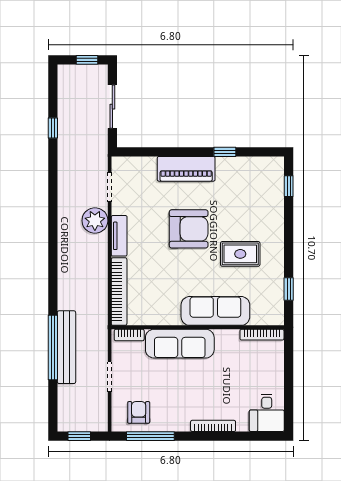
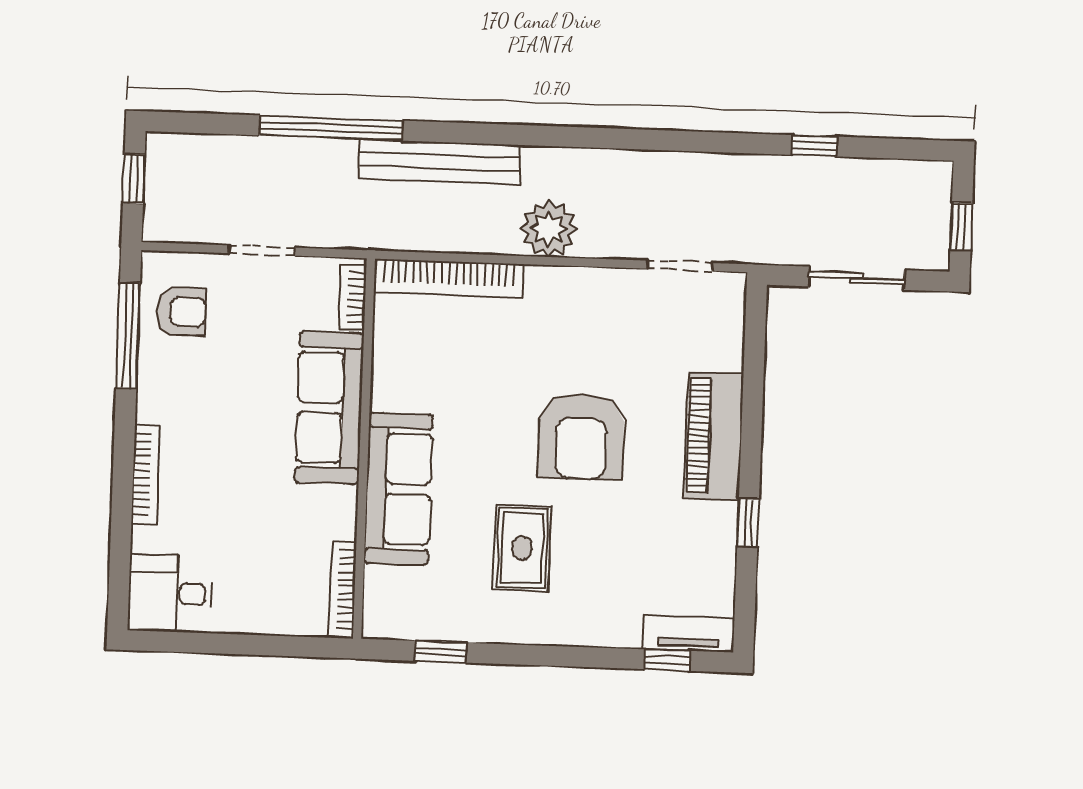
plant: (95, 221) -> (549, 229), moved
tv unit: (119, 236) -> (688, 634), moved, turned 180
bench: (66, 347) -> (439, 162), moved

